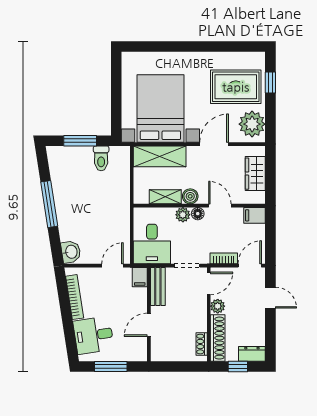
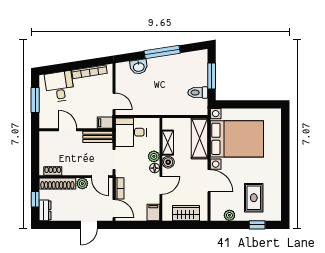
rug: (236, 87) -> (254, 198), width x0.73, depth x0.70
plant: (252, 124) -> (229, 215), width x0.53, depth x0.53
washbasin: (71, 252) -> (139, 67), moved

